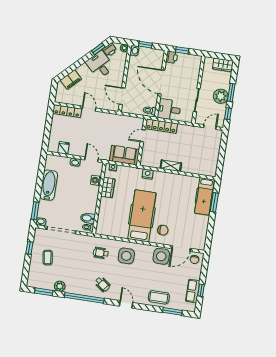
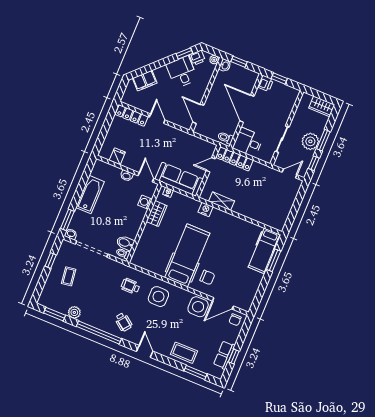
sofa: (124, 155) -> (179, 179), width x1.36
shelving: (171, 166) -> (221, 201), moved

